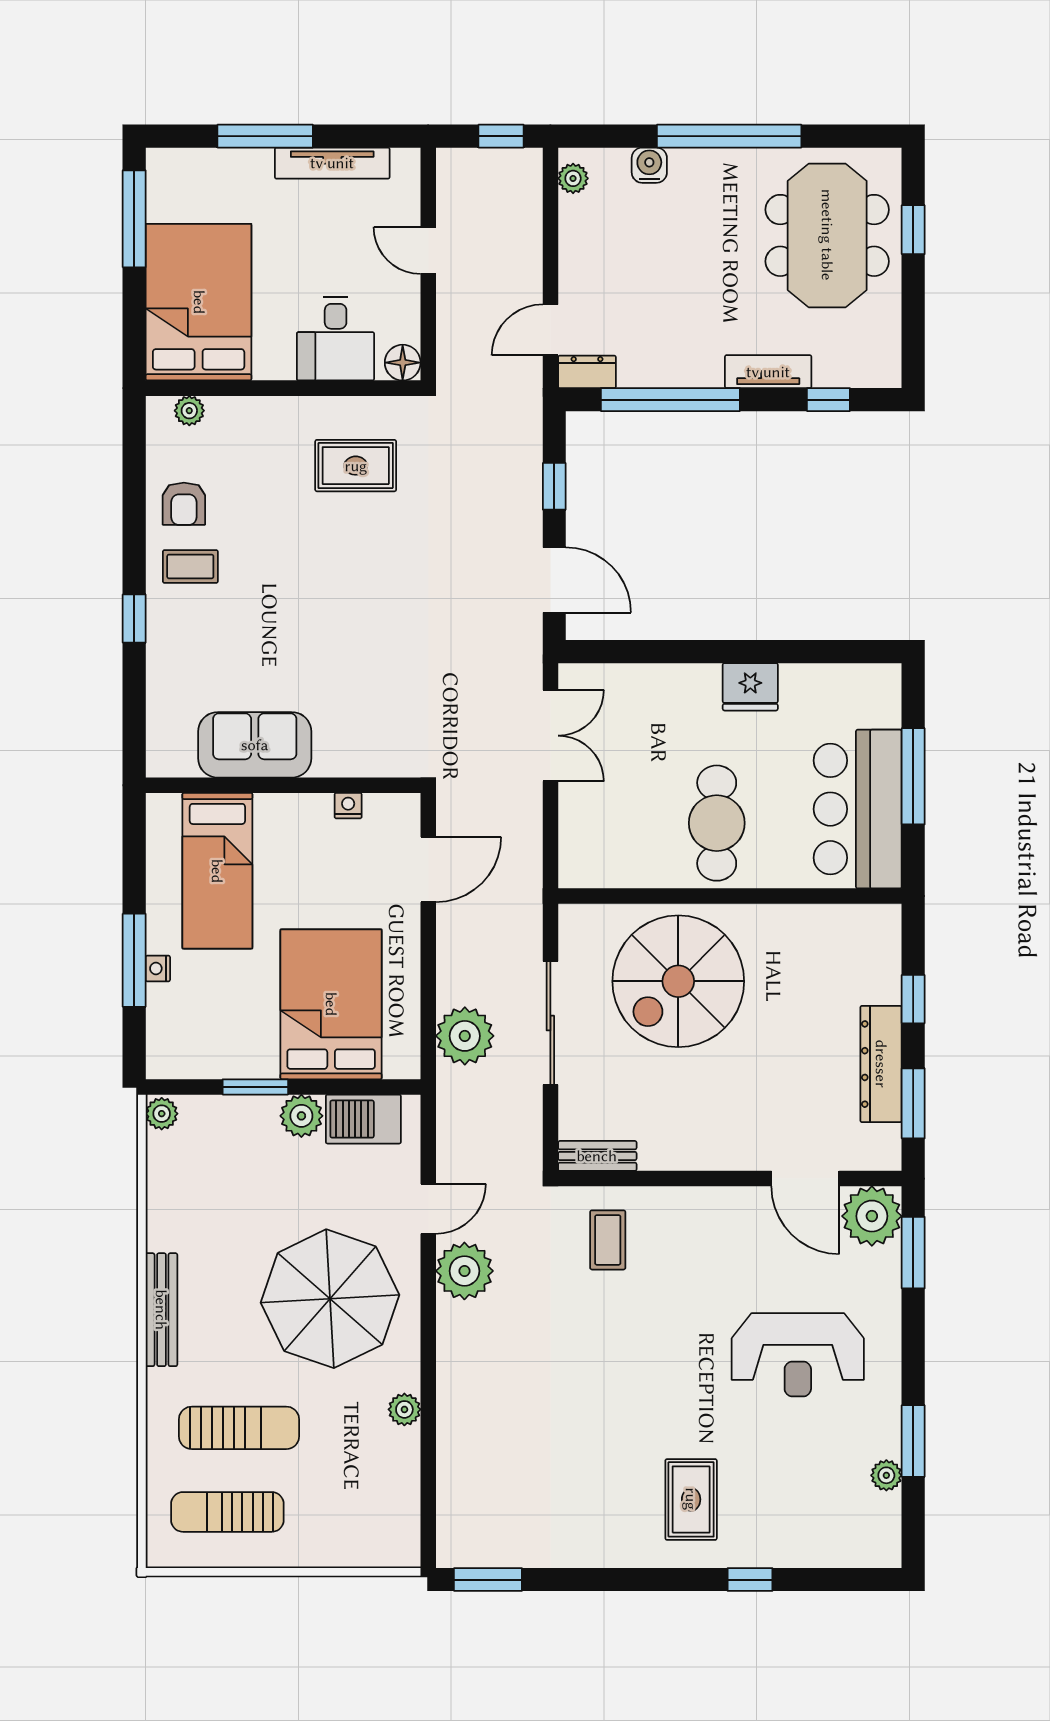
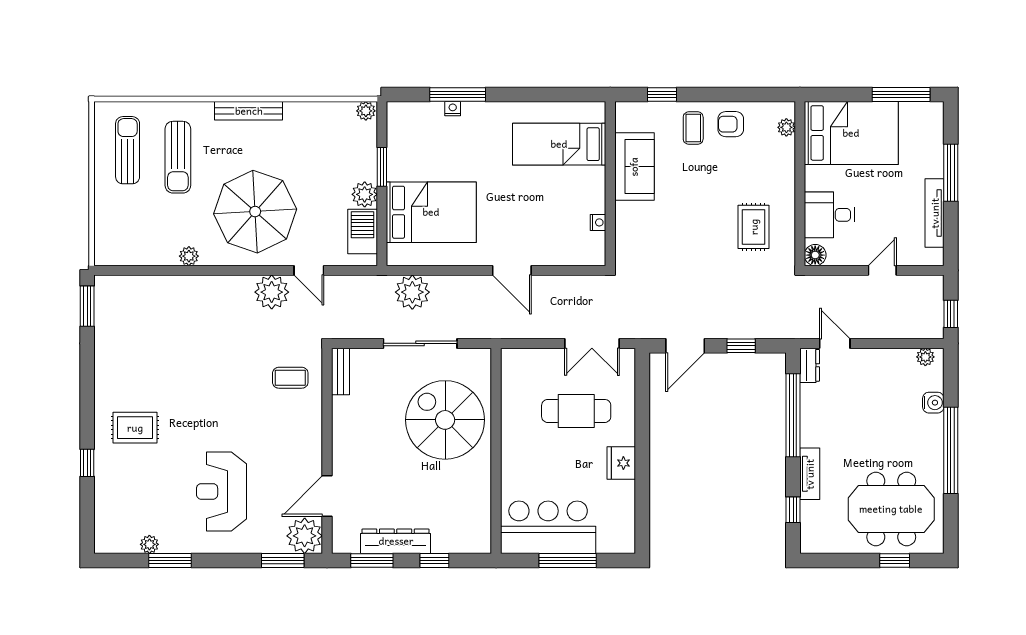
sofa: (255, 745) -> (634, 167), moved
wall: (283, 785) -> (610, 184), moved
nightstand: (348, 806) -> (598, 222), moved
cafe table: (717, 823) -> (576, 411), moved
bed: (217, 871) -> (559, 144), moved

